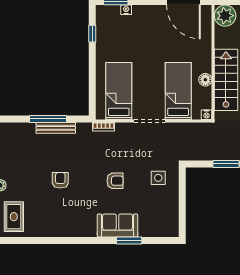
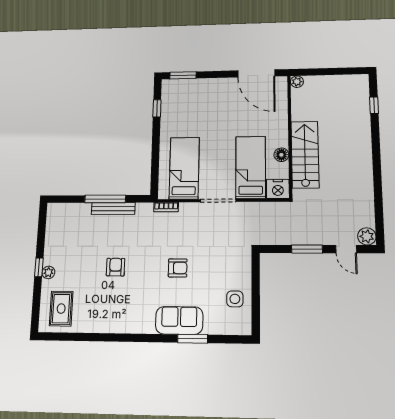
nightstand: (126, 10) -> (194, 83), removed
plant: (225, 16) -> (297, 82), width x0.53, depth x0.53
nightstand: (207, 115) -> (278, 189), width x1.89, depth x1.79
side table: (158, 178) -> (235, 299), moved

